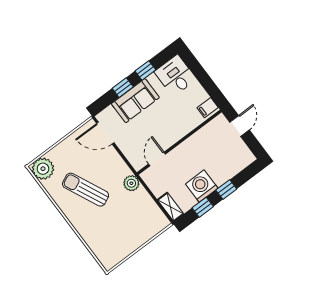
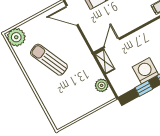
plant: (131, 183) -> (102, 85), moved
shelving: (171, 207) -> (105, 61), moved

